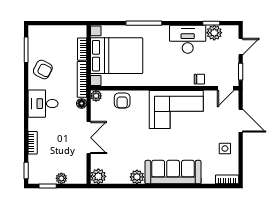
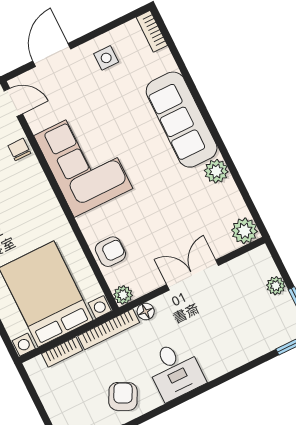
bookcase: (33, 143) -> (243, 357), removed

